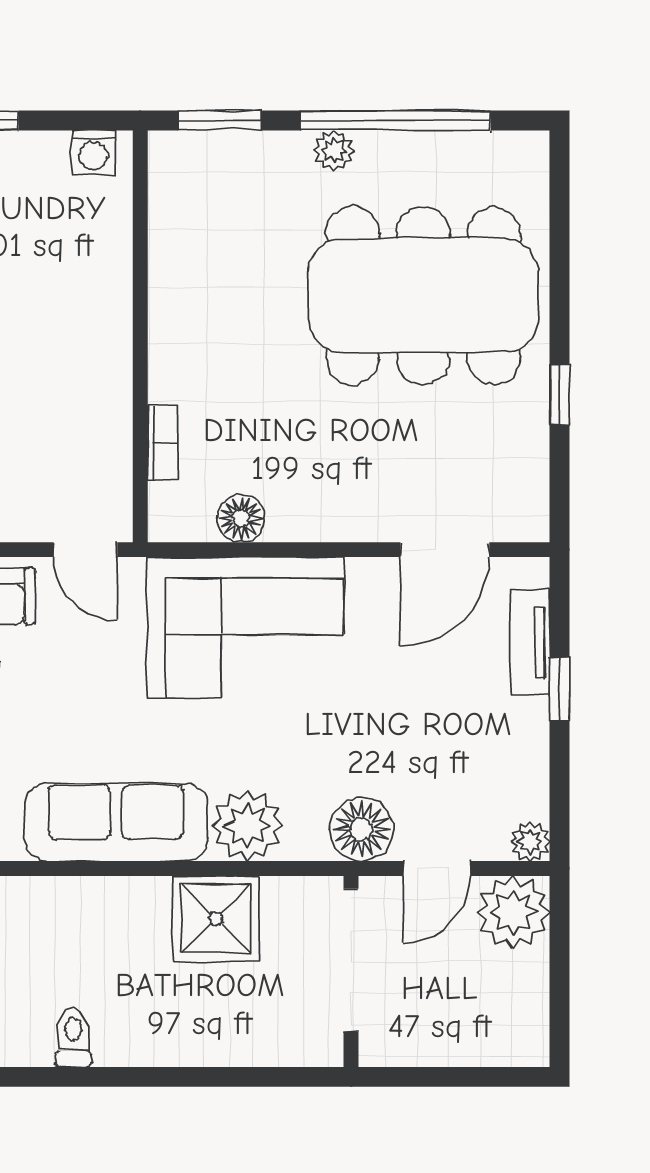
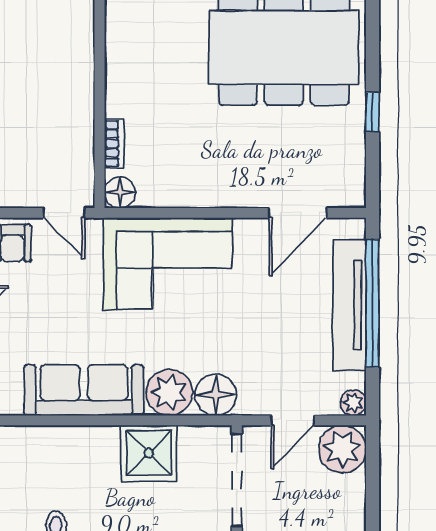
floor lamp: (241, 518) -> (120, 192), moved
tv unit: (530, 643) -> (349, 305), width x1.92, depth x1.29
window: (560, 689) -> (372, 303), width x3.17
floor lamp: (361, 829) -> (216, 395), moved

